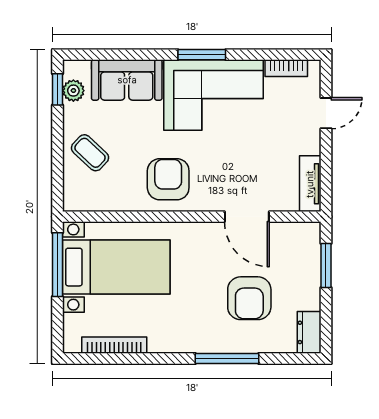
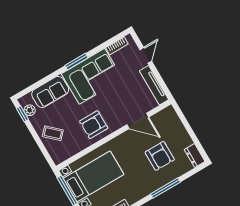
armchair: (168, 179) -> (94, 125), turned -90
tv unit: (310, 184) -> (154, 85), width x1.41
window: (326, 266) -> (185, 122), removed

